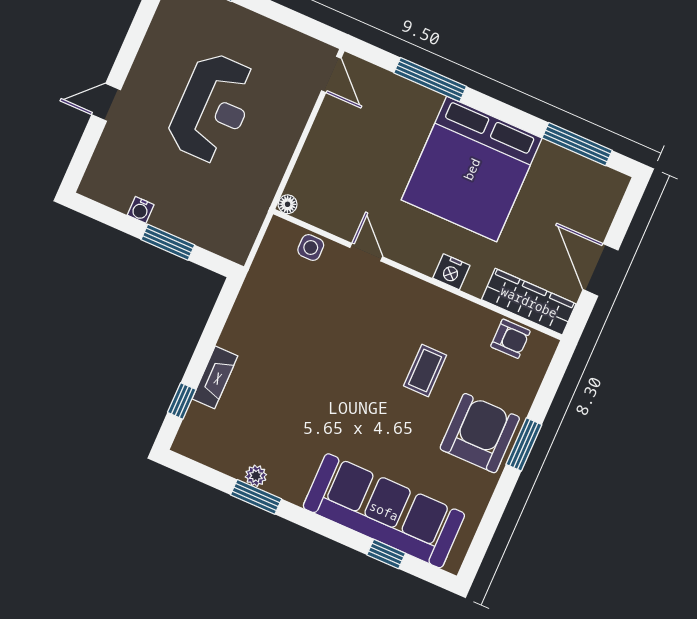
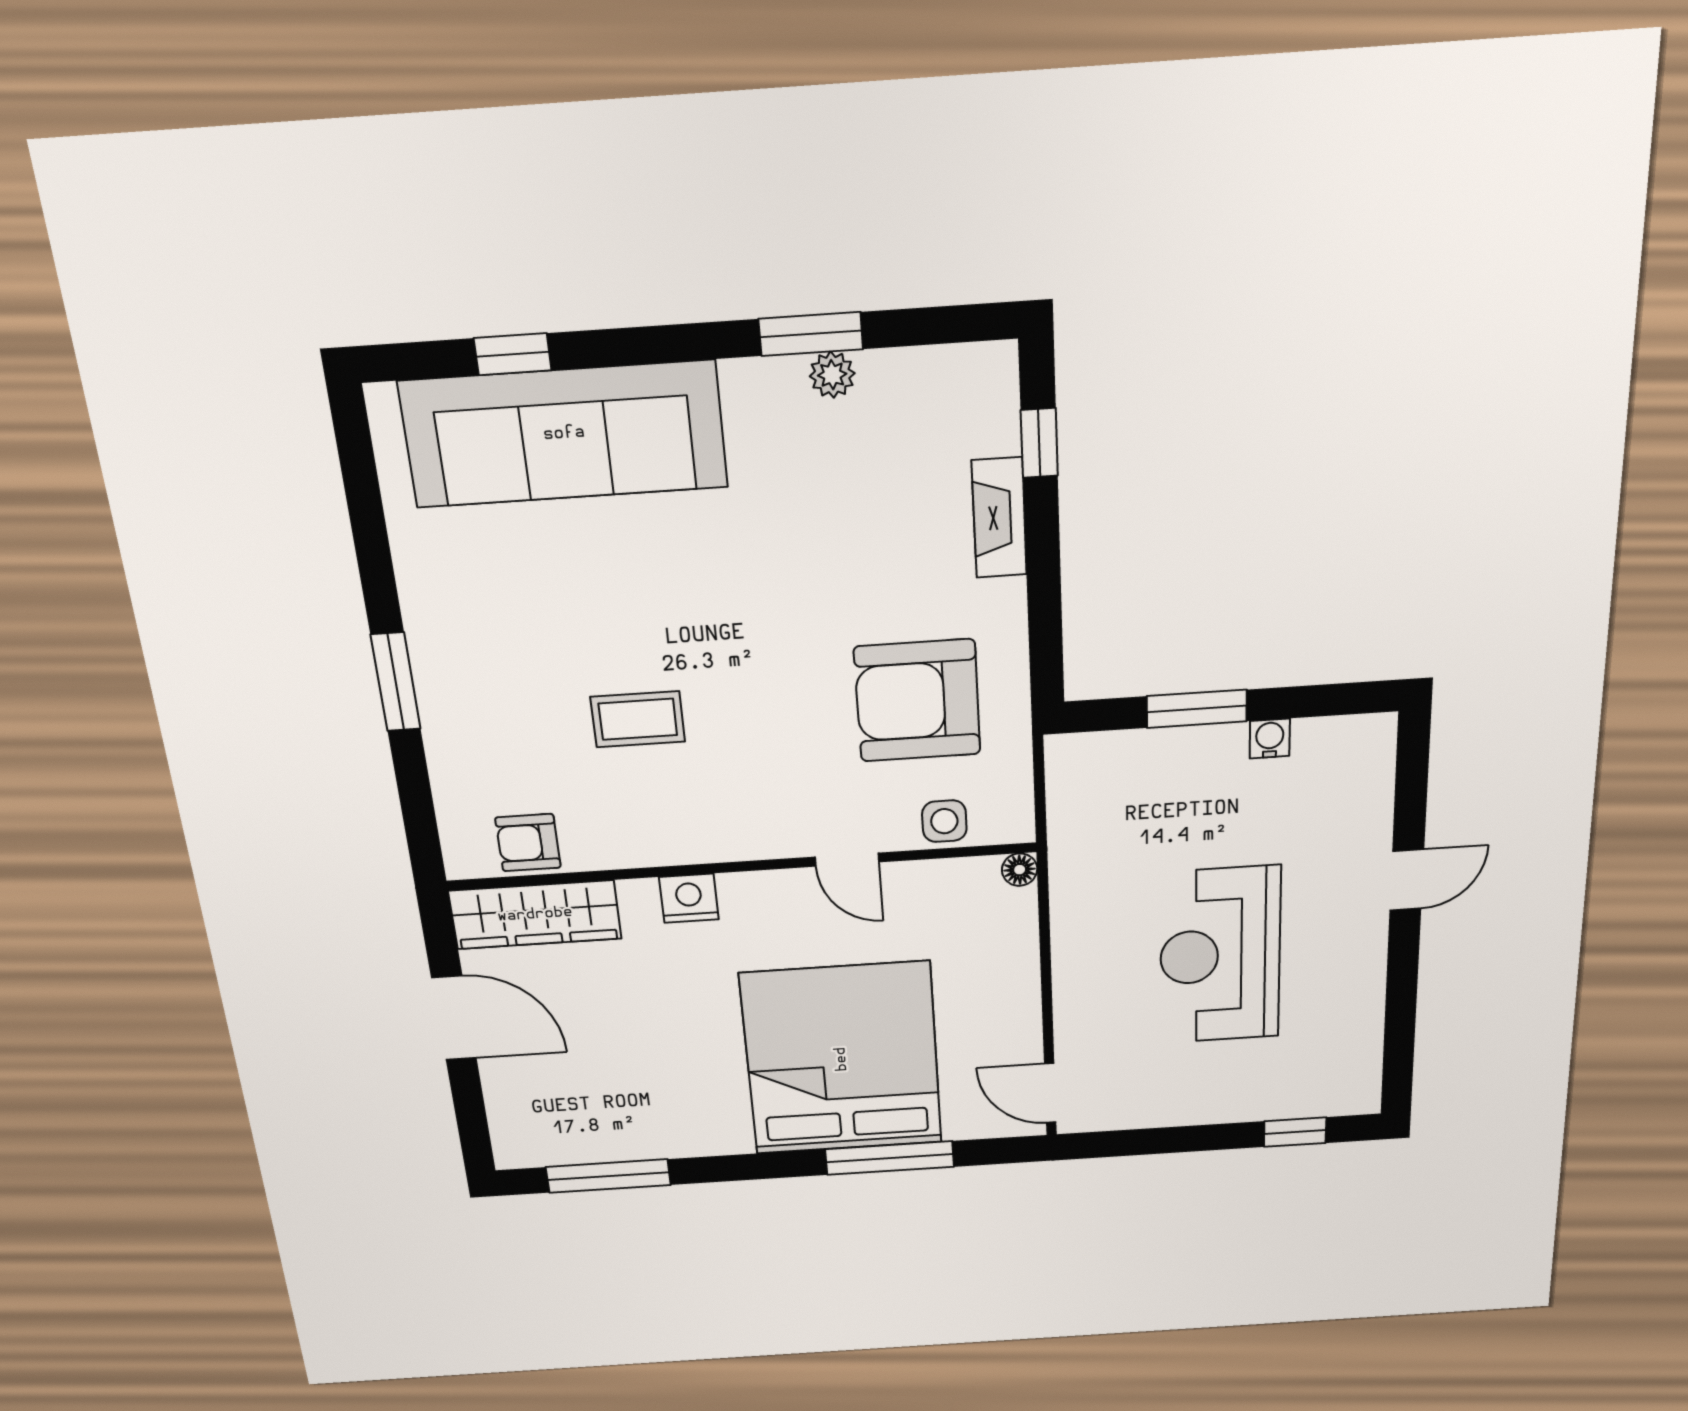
bed: (472, 169) -> (842, 1059), moved
coffee table: (425, 370) -> (638, 719), turned 90
armchair: (480, 433) -> (917, 701), moved, turned 90

